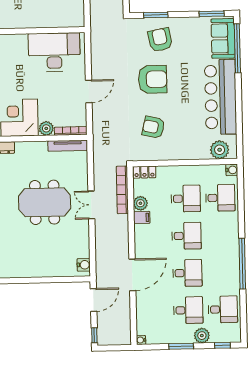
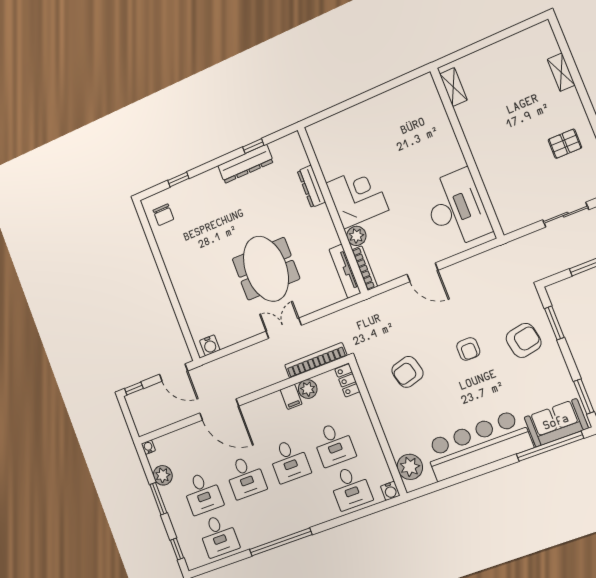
armchair: (153, 79) -> (468, 349), width x0.53, depth x0.53
armchair: (153, 127) -> (407, 372), turned -118
plant: (202, 336) -> (163, 475), moved

